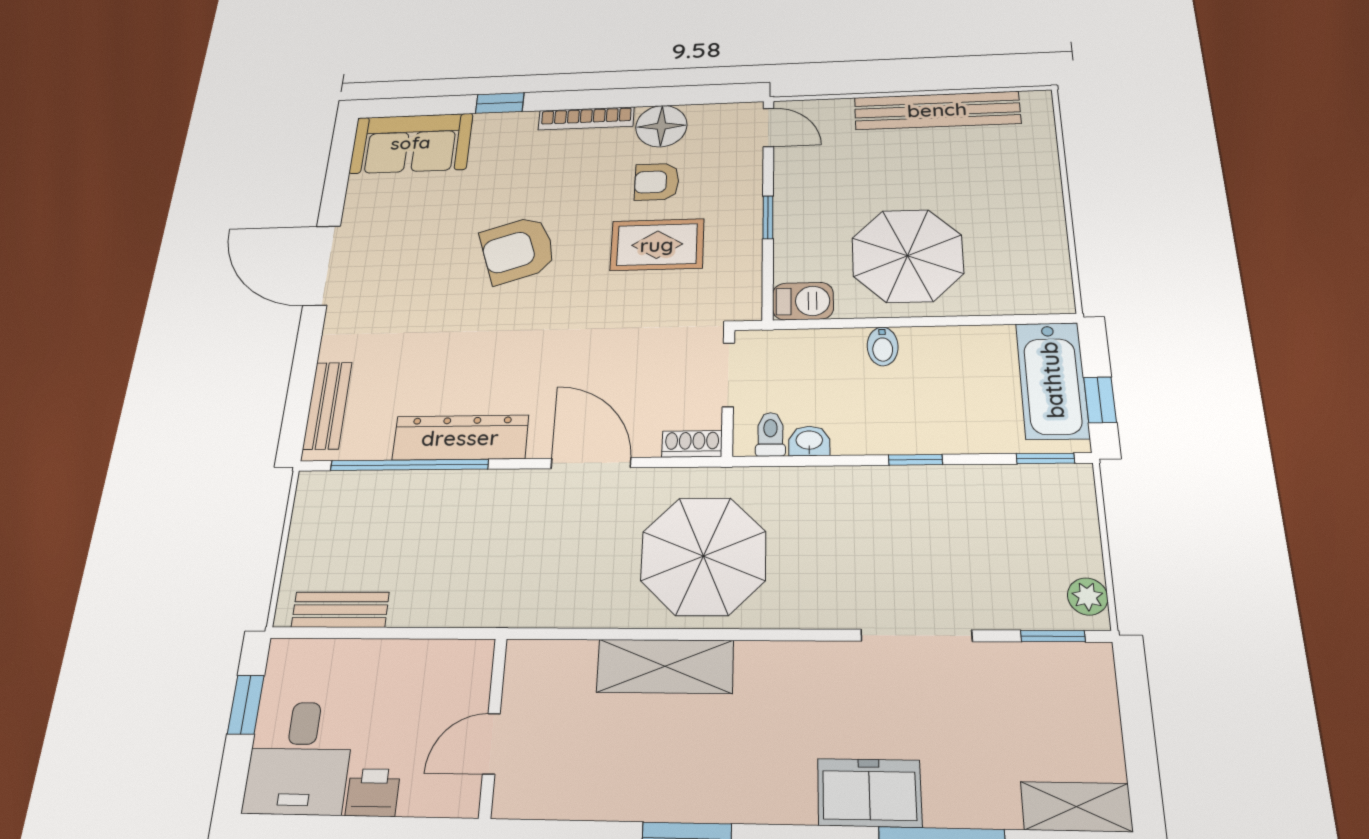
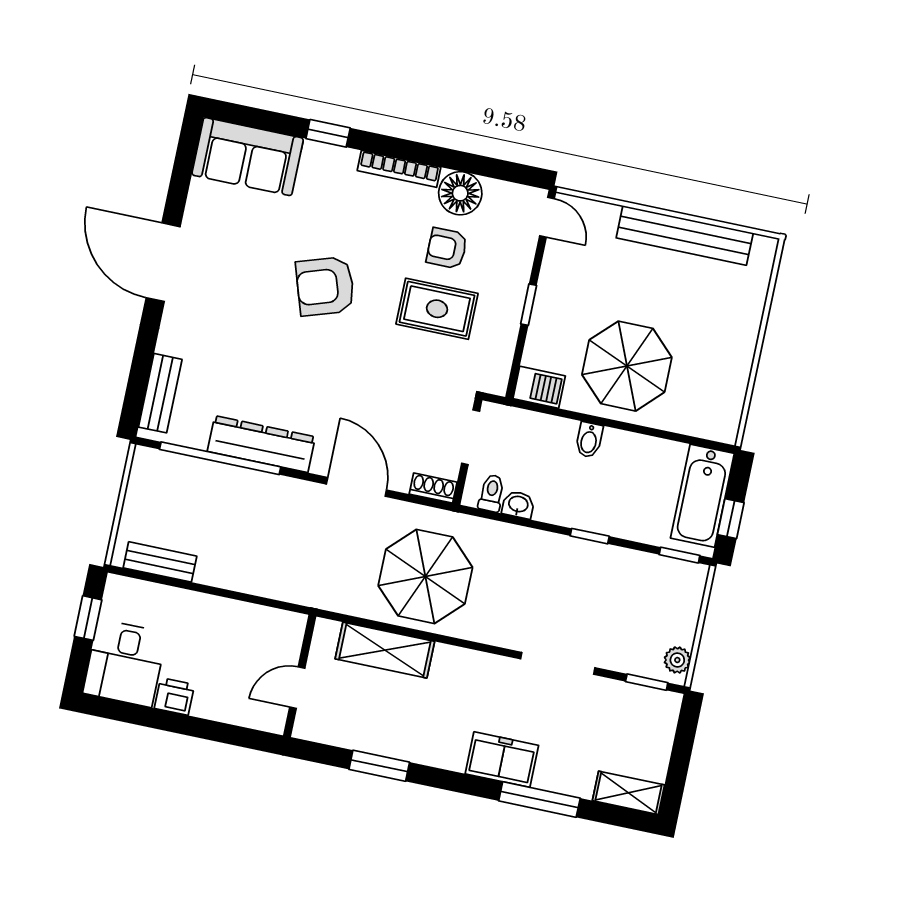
wall: (493, 726) -> (300, 676), moved
door: (491, 744) -> (297, 688), moved

